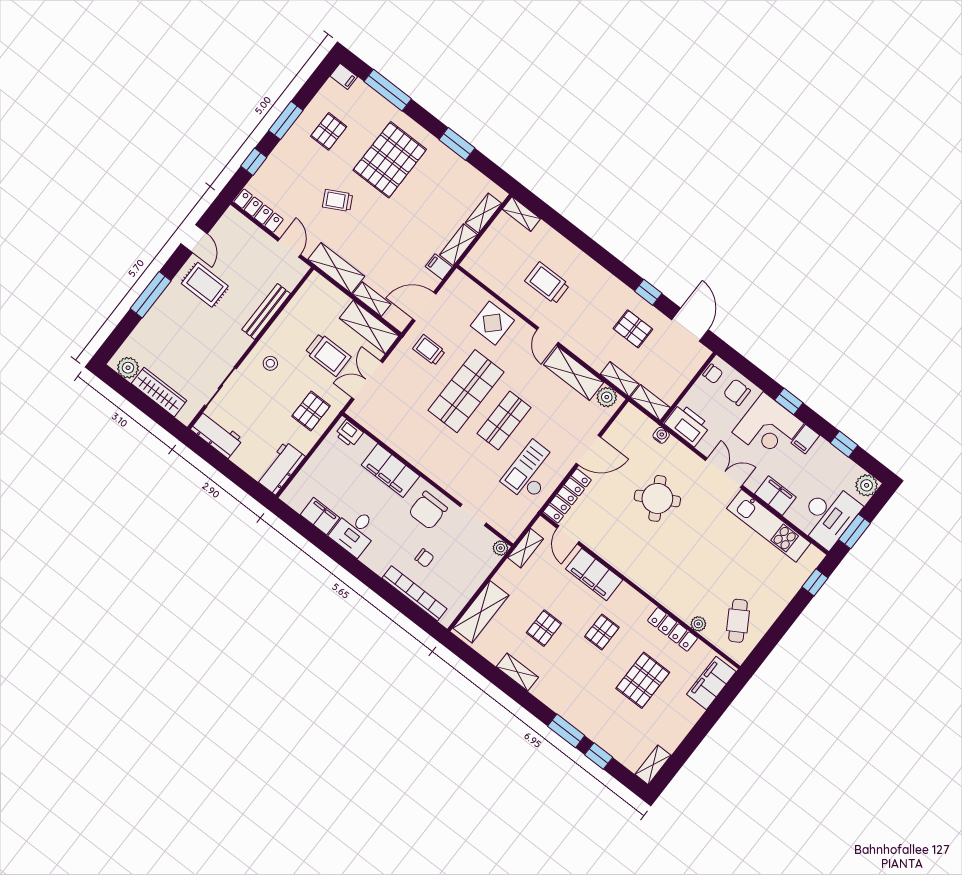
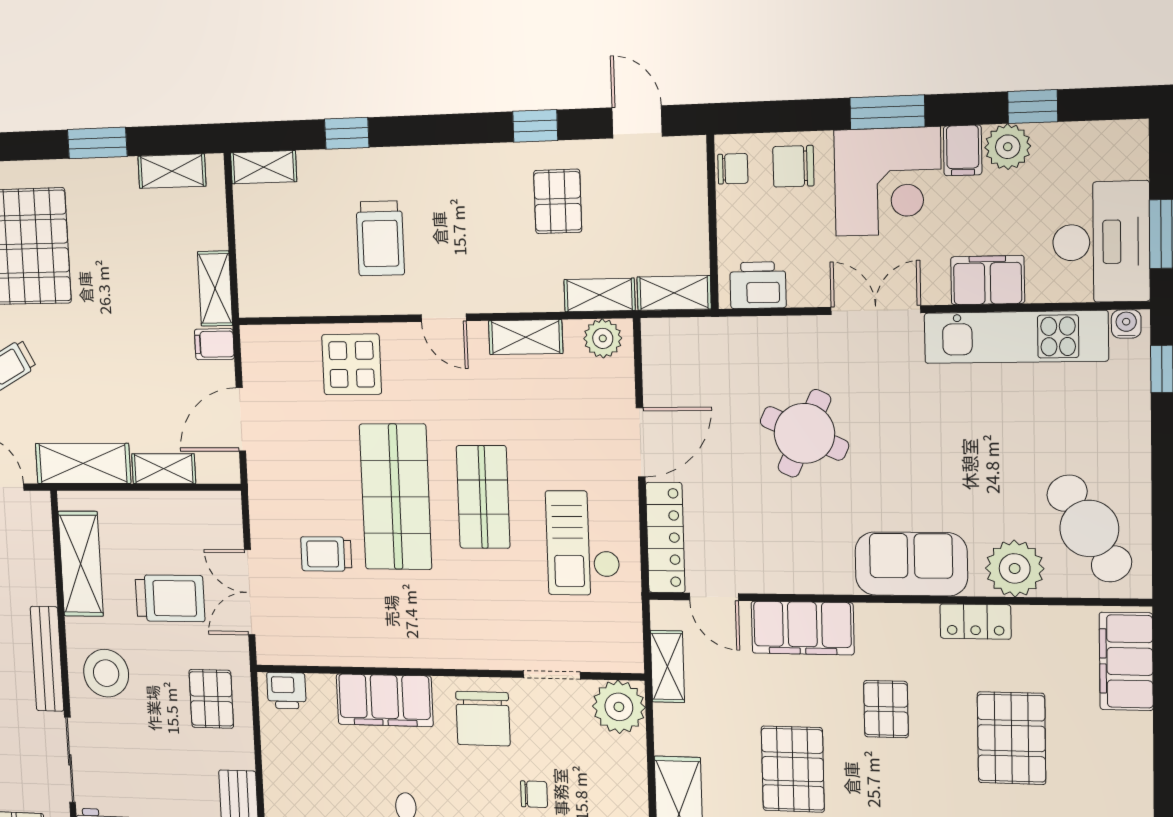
shelving: (483, 213) -> (172, 171), moved, turned 90
window: (568, 230) -> (347, 133), added
trolley: (547, 283) -> (380, 238), turned -90
bench: (266, 312) -> (47, 659), moved
door: (690, 325) -> (637, 122), width x0.73
shelving: (369, 327) -> (81, 564), moved, turned 90
pallet: (633, 329) -> (558, 201), turned 90
trolley: (429, 350) -> (326, 554), moved
stool: (270, 363) -> (106, 673), width x1.89, depth x1.89
shelving: (574, 373) -> (526, 337), width x0.67, depth x0.75
window: (789, 401) -> (887, 112), width x1.50
printer: (687, 425) -> (758, 285), width x0.73, depth x0.84
water cooler: (661, 435) -> (1126, 324), moved
plant: (867, 485) -> (1008, 147), moved
round table: (657, 498) -> (804, 433), turned -36
plant: (500, 548) -> (619, 707), width x1.87, depth x1.87
sofa: (658, 582) -> (911, 564), added
cafe table: (738, 621) -> (1089, 528), width x1.37, depth x1.35
plant: (698, 624) -> (1015, 568), width x1.87, depth x1.87
pallet: (544, 628) -> (793, 769), width x1.50, depth x1.42
locker: (673, 629) -> (975, 622), width x0.66

